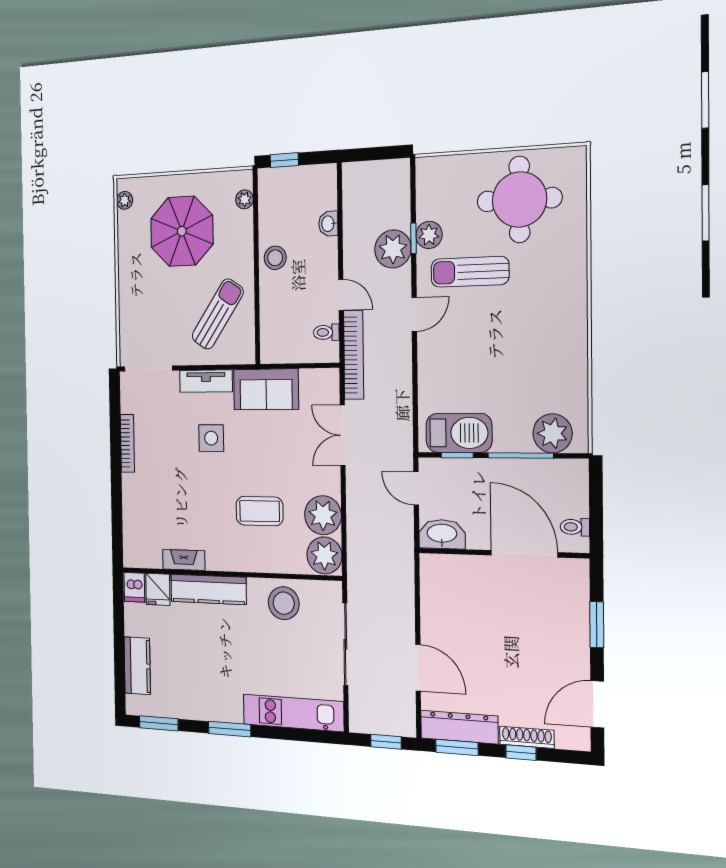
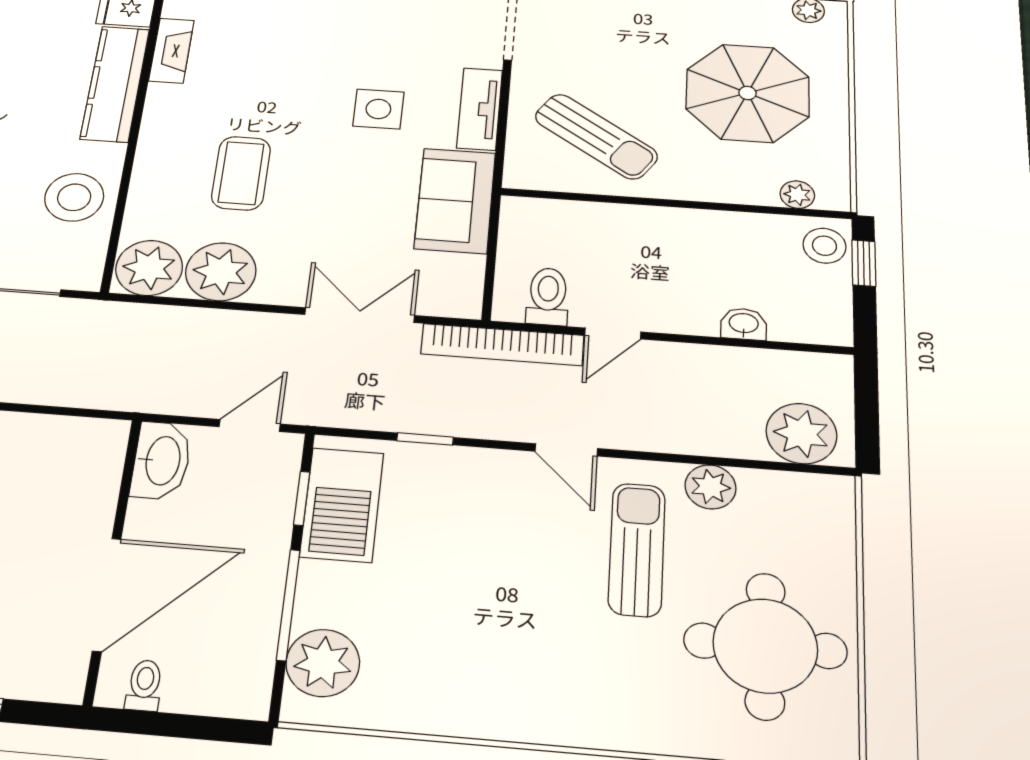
window: (413, 238) -> (425, 439), moved
plant: (393, 249) -> (801, 434), moved
stool: (275, 258) -> (824, 246), moved
toilet: (326, 332) -> (548, 296), width x1.37, depth x1.39

